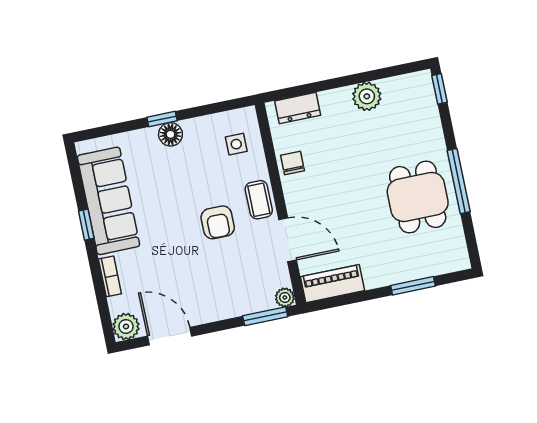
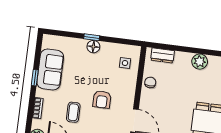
coffee table: (259, 200) -> (73, 112), moved
sofa: (108, 201) -> (50, 70), width x0.73

